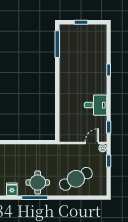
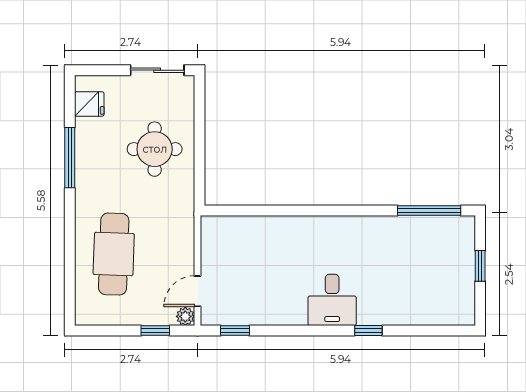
desk: (95, 105) -> (332, 300), moved
door: (92, 143) -> (198, 291), swing flipped
cafe table: (76, 179) -> (114, 254), turned 30
round table: (38, 183) -> (155, 149), moved

